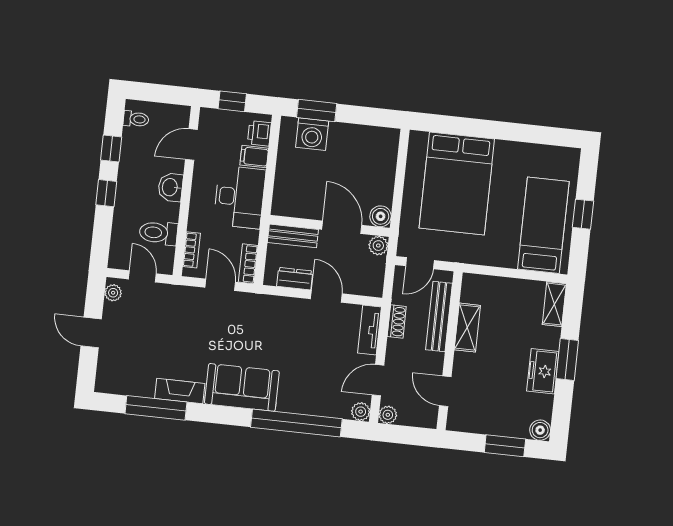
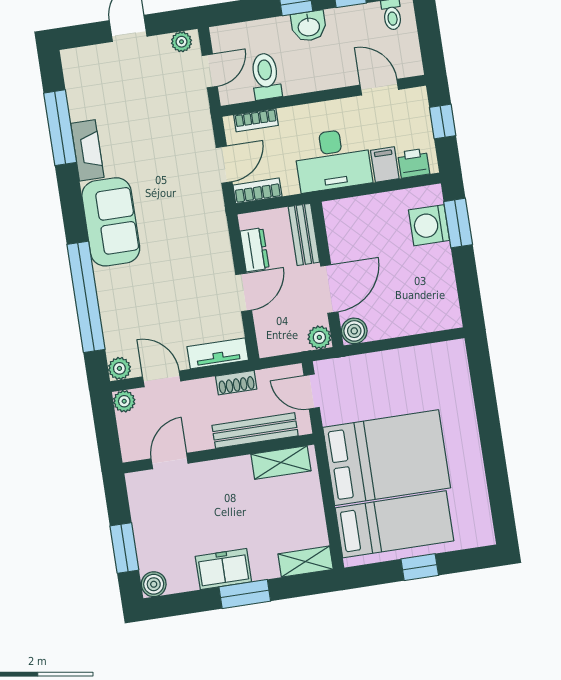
bed: (457, 184) -> (387, 458), moved, turned 180
washbasin: (170, 187) -> (309, 26), moved, turned 180
shelving: (467, 328) -> (281, 462), moved

